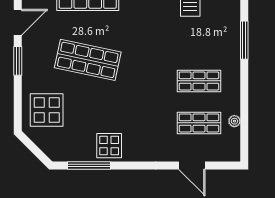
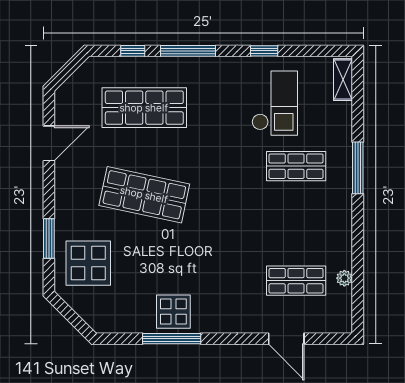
window: (18, 61) -> (49, 238), moved
shop shelf: (199, 81) -> (296, 166), moved
window: (89, 165) -> (172, 339), moved

